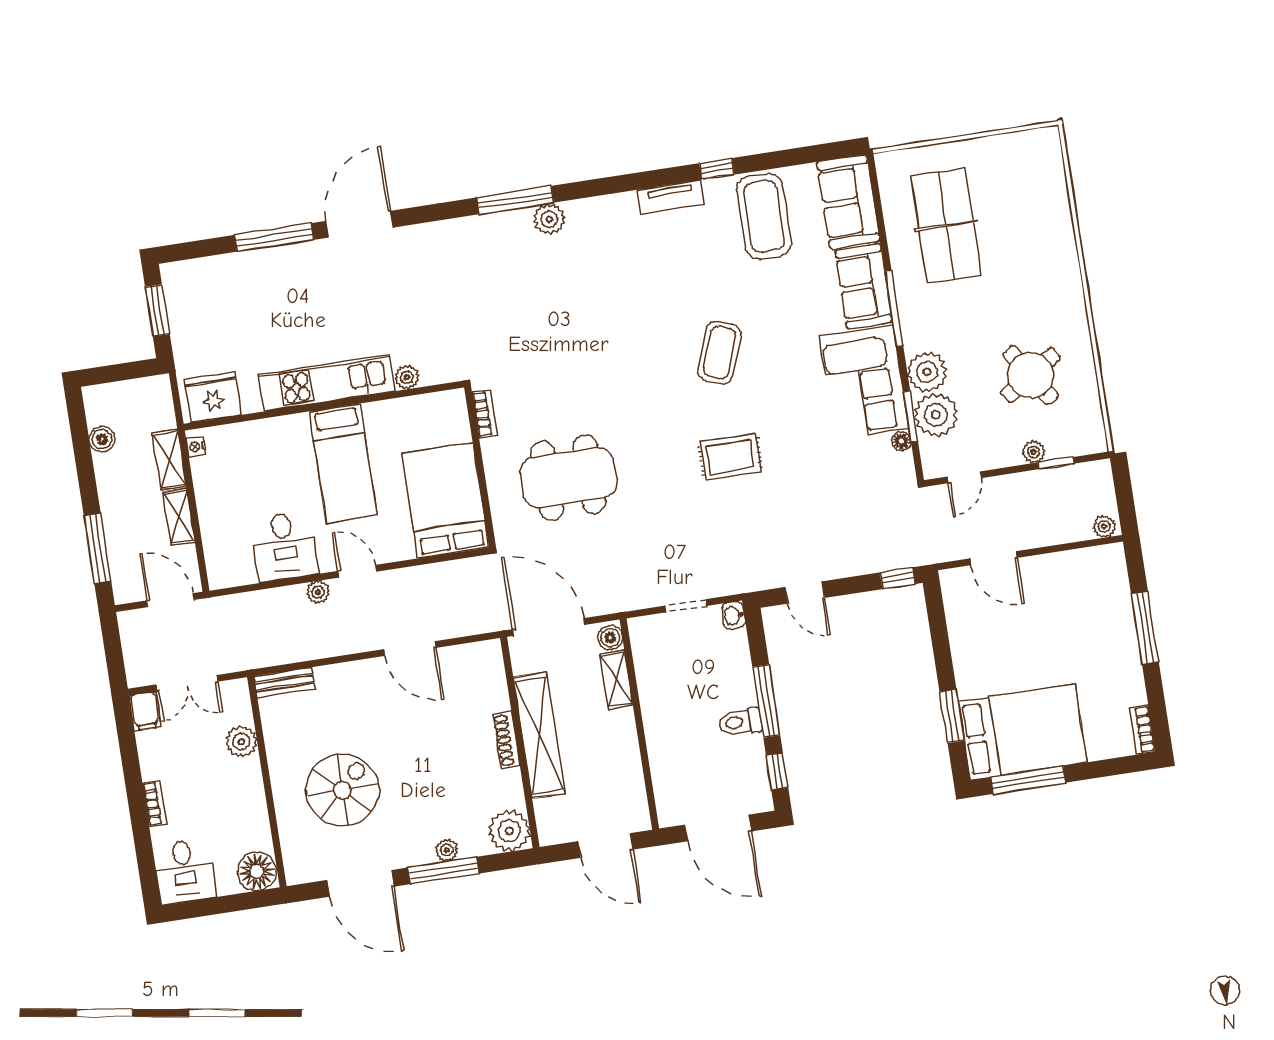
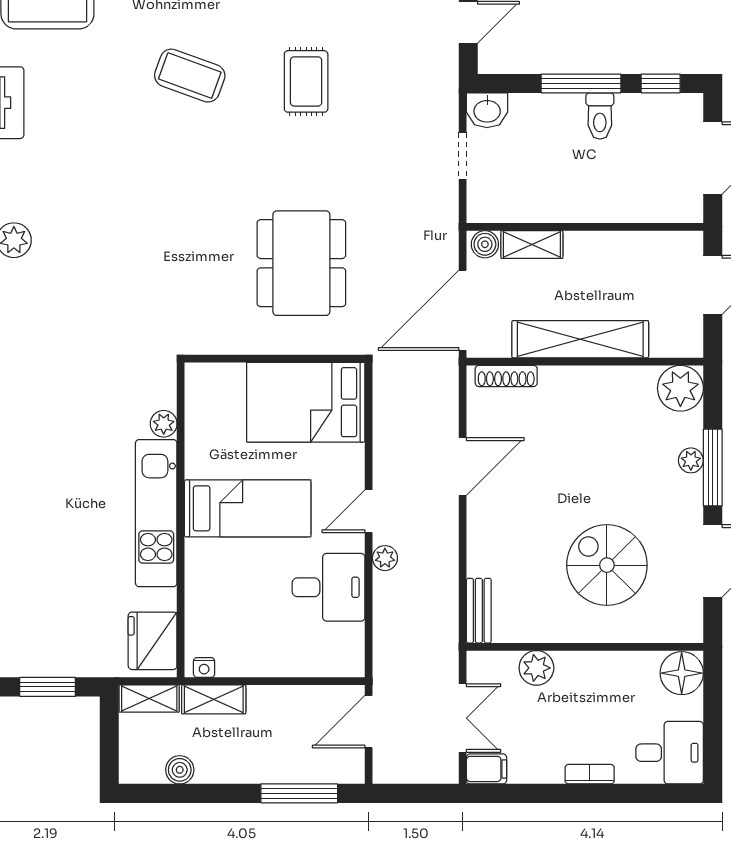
bookcase: (484, 414) -> (217, 345), removed
shelving: (179, 517) -> (149, 699), moved
washbasin: (733, 615) -> (487, 110), width x1.38, depth x1.45
shoe rack: (506, 740) -> (506, 376), moved

